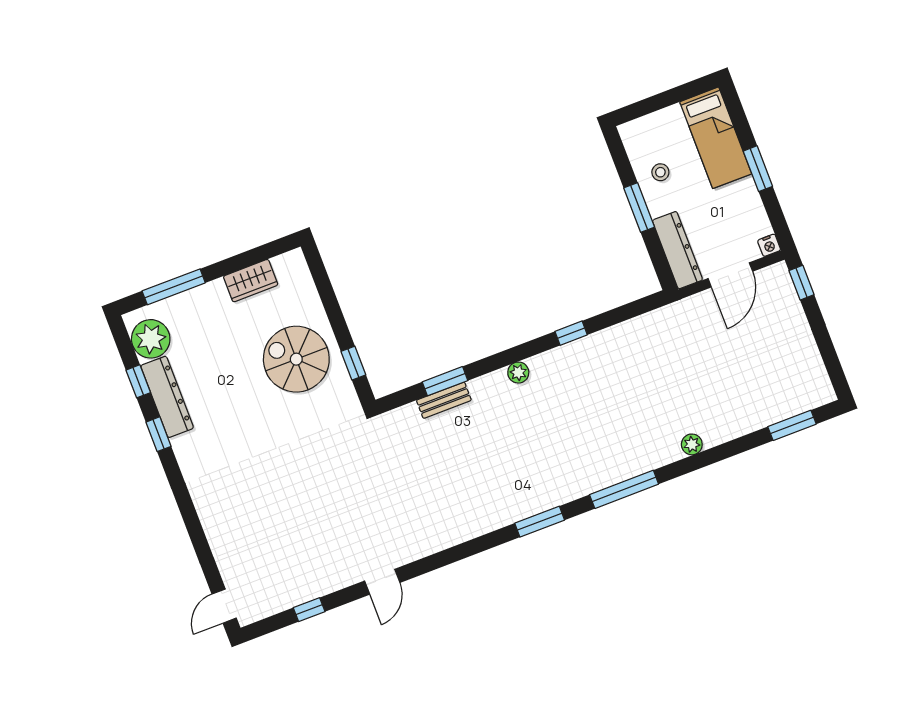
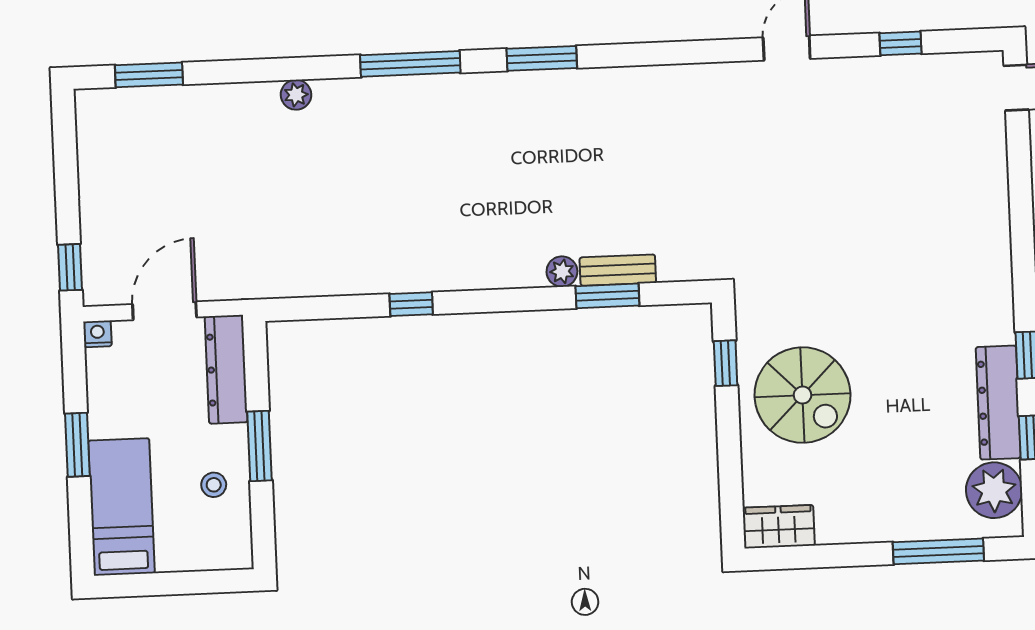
wardrobe: (251, 281) -> (779, 527), moved
plant: (518, 373) -> (562, 272), moved

